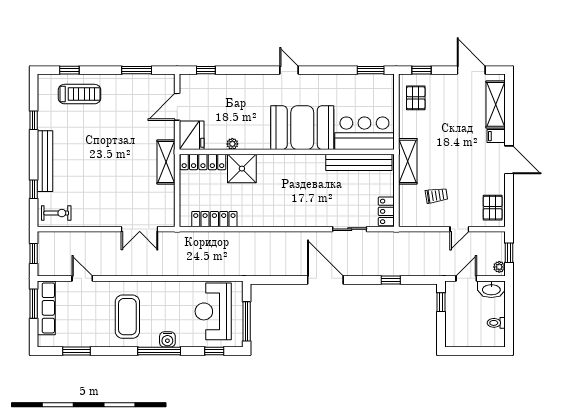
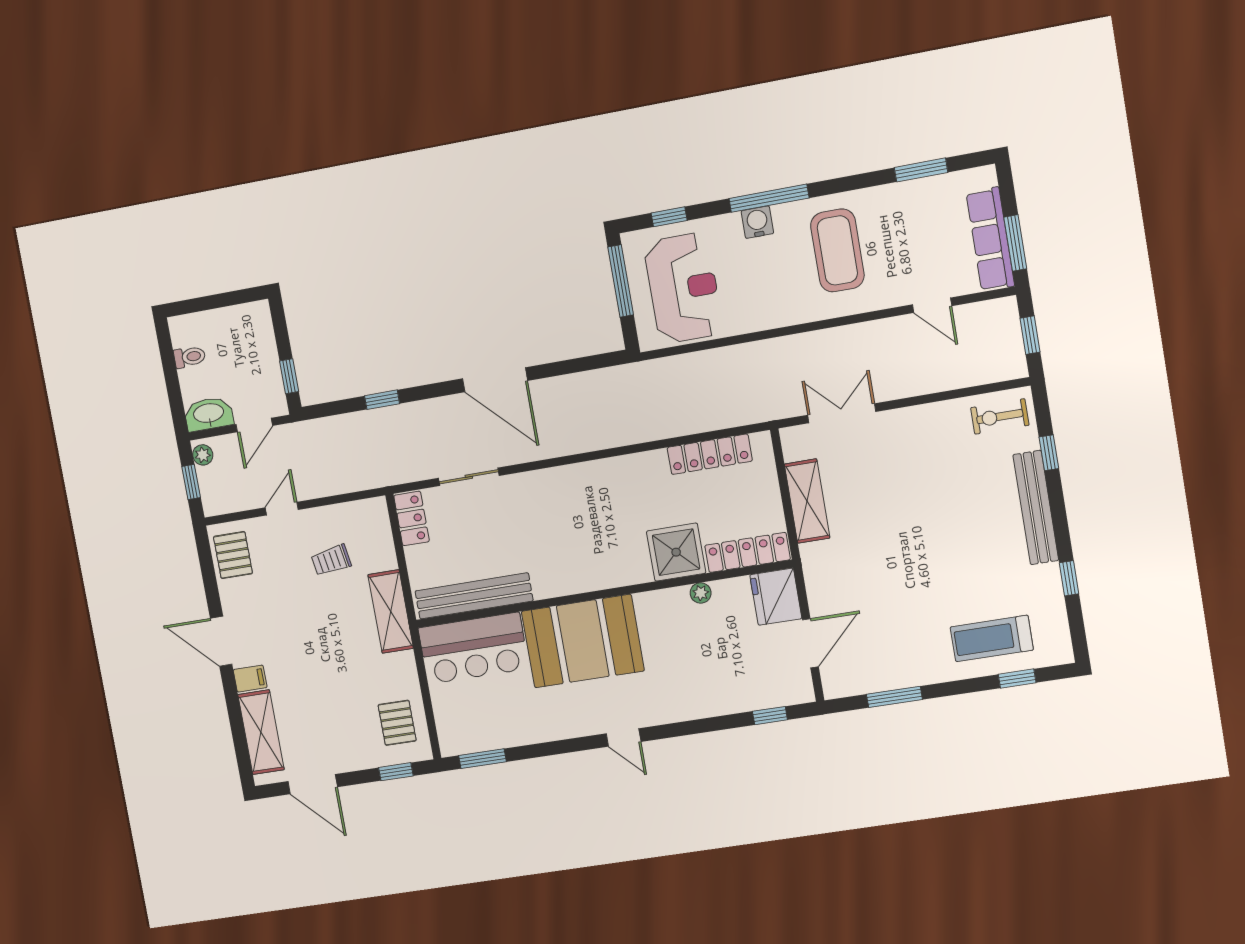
shelving: (166, 162) -> (807, 501), moved

